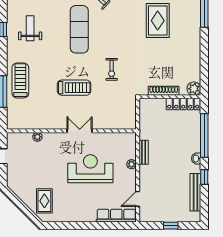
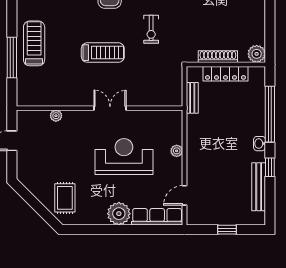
locker: (183, 104) -> (225, 74), moved
bench: (144, 152) -> (192, 98), moved
plant: (86, 213) -> (119, 214), added

